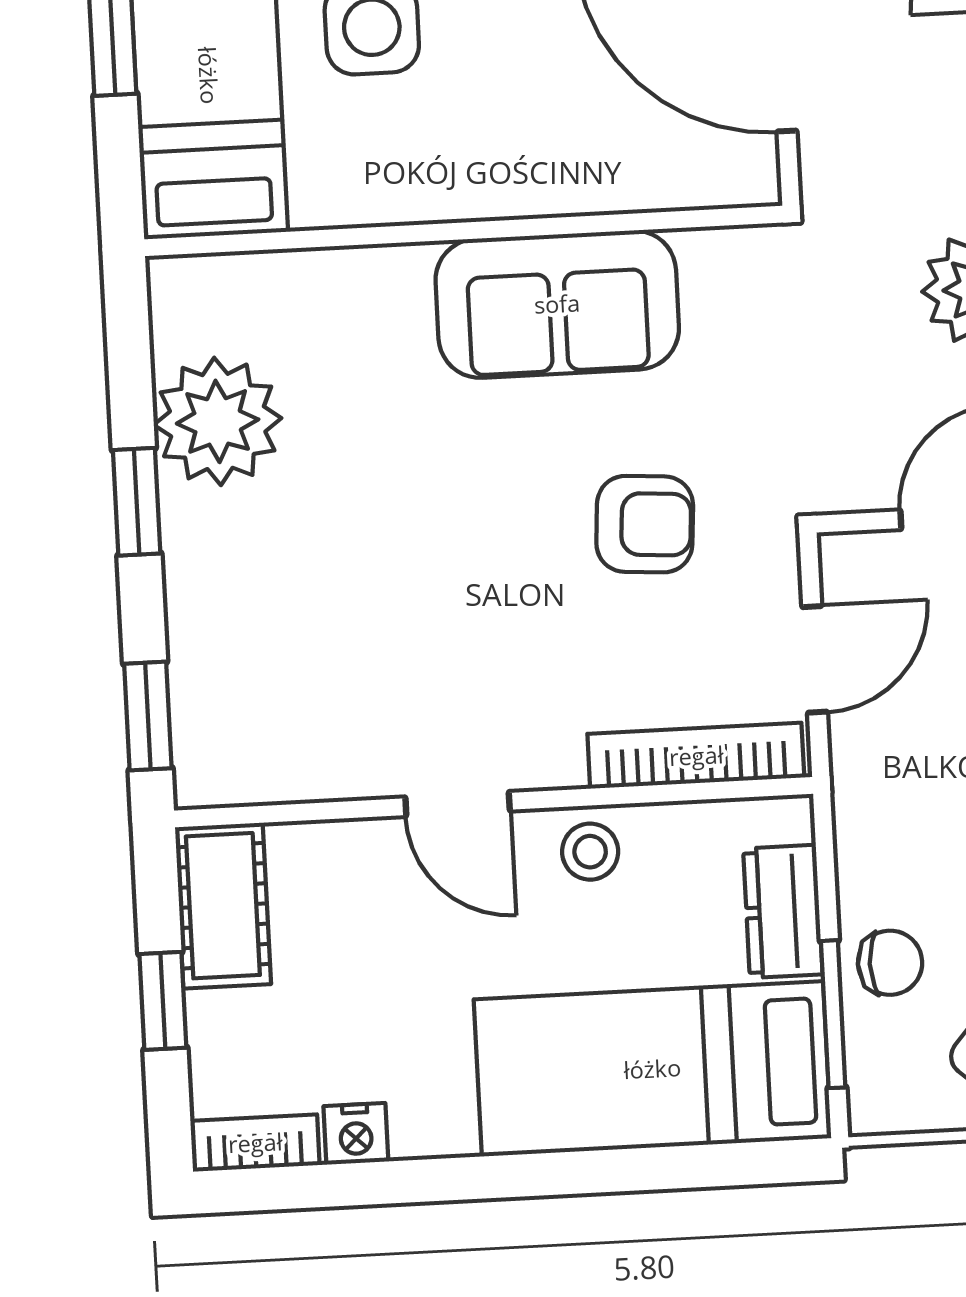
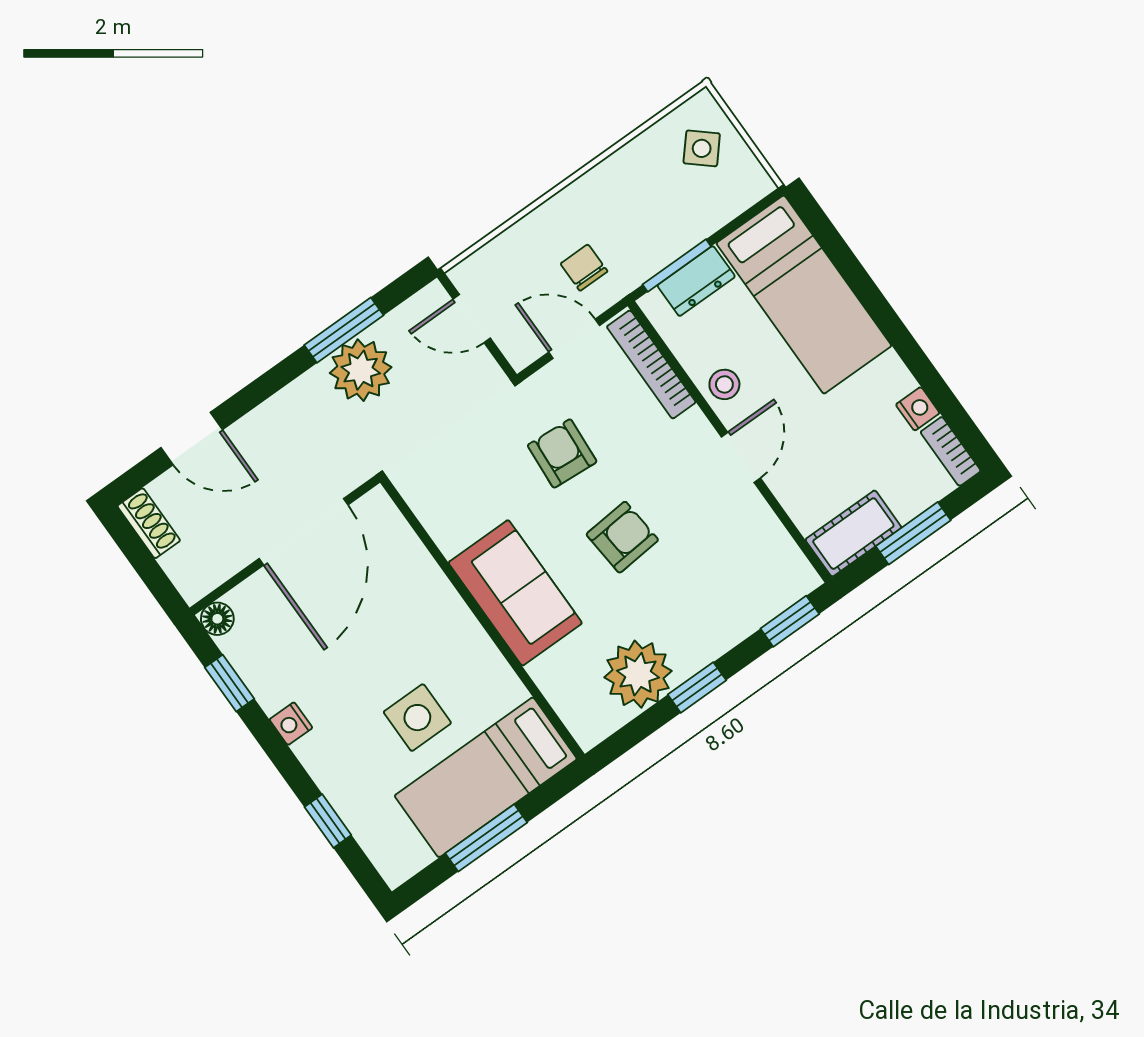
sofa: (557, 304) -> (515, 593), moved
armchair: (451, 535) -> (622, 537), added
chair: (890, 963) -> (584, 268), moved
window: (163, 1001) -> (913, 533), width x1.50
window: (833, 1014) -> (677, 266), moved

